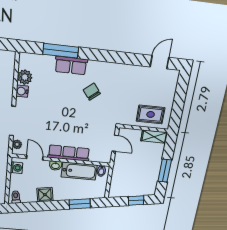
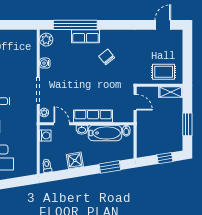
window: (61, 51) -> (75, 25), width x1.46
plant: (25, 77) -> (46, 40), moved

